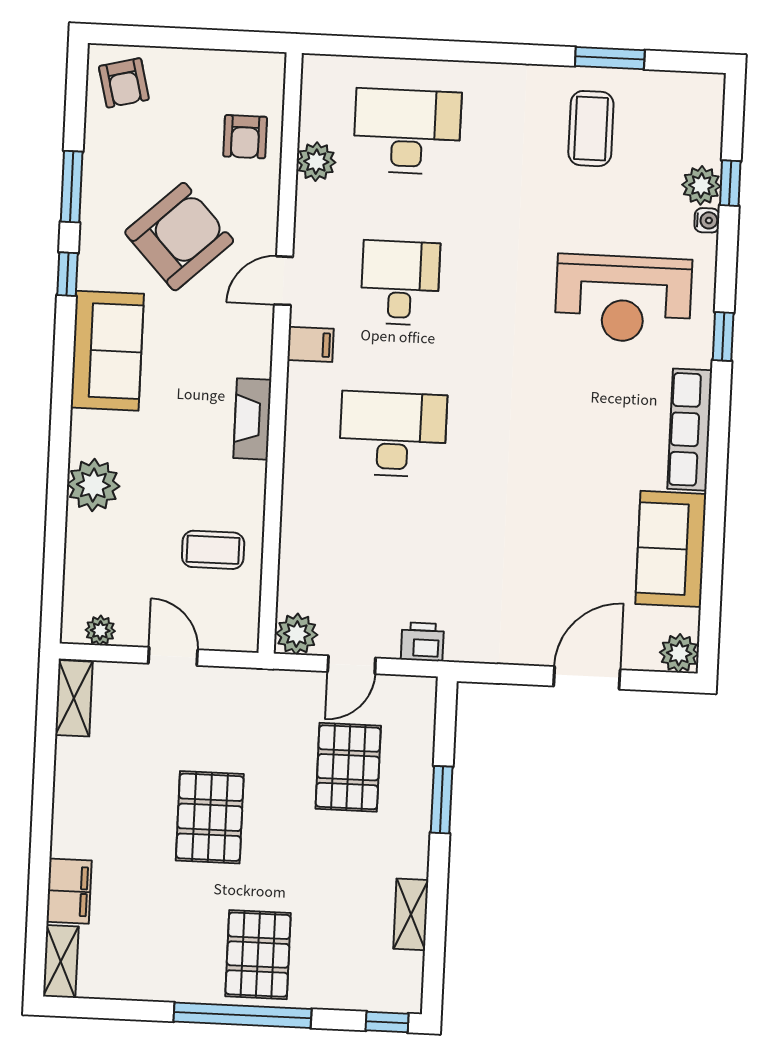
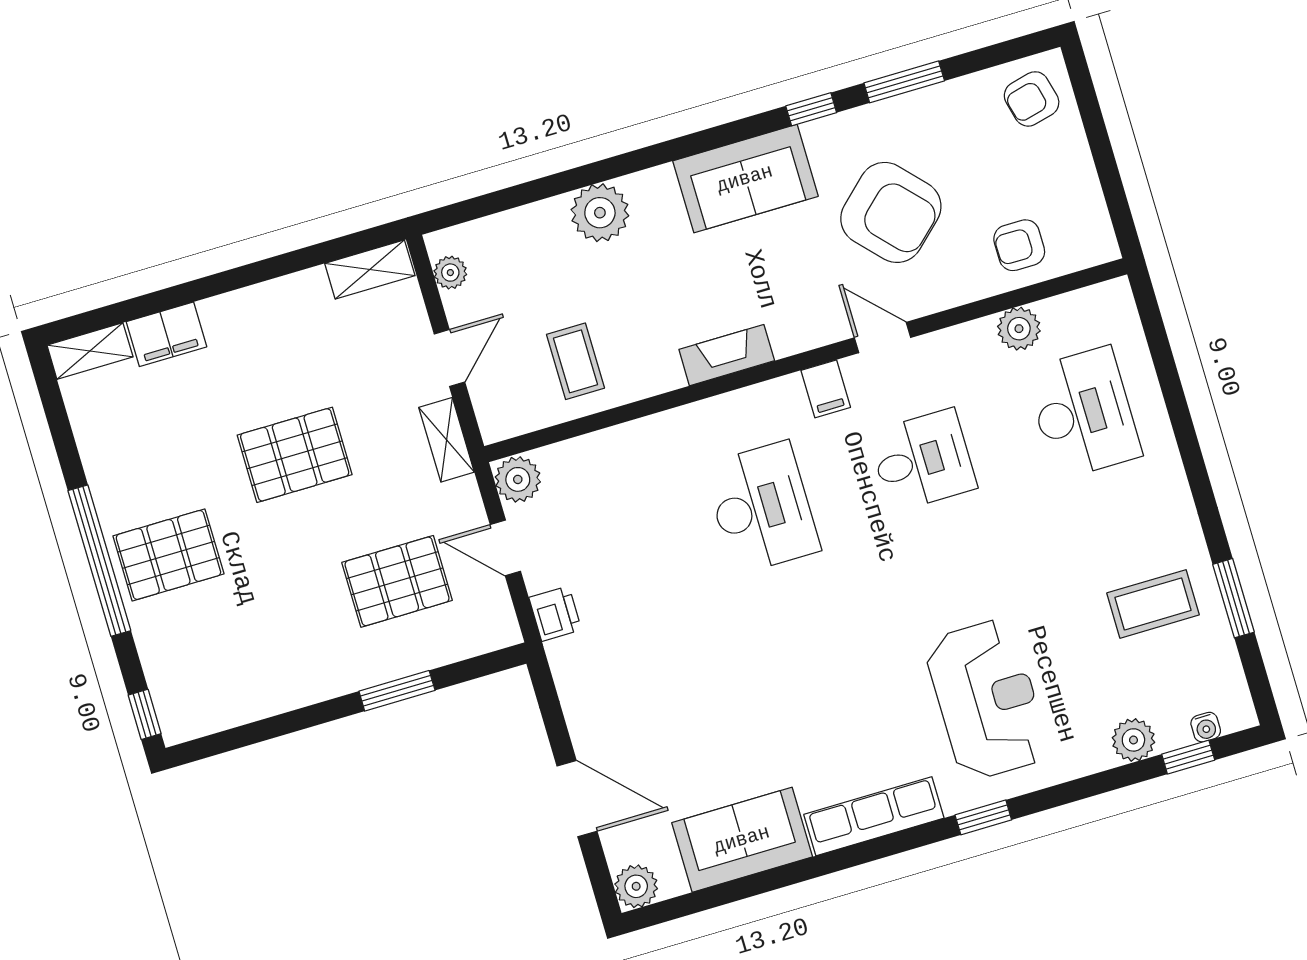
window: (730, 183) -> (1188, 757), moved
water cooler: (707, 220) -> (1206, 727), moved
reception desk: (623, 299) -> (987, 699), turned 180
shelving: (411, 914) -> (447, 440), moved, turned 90

